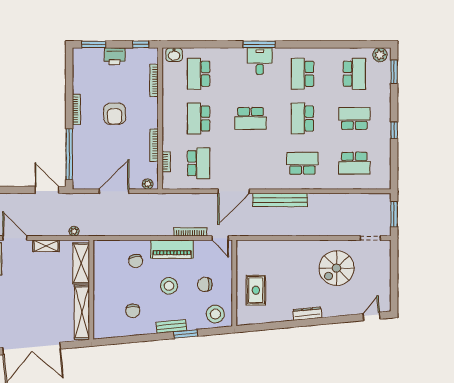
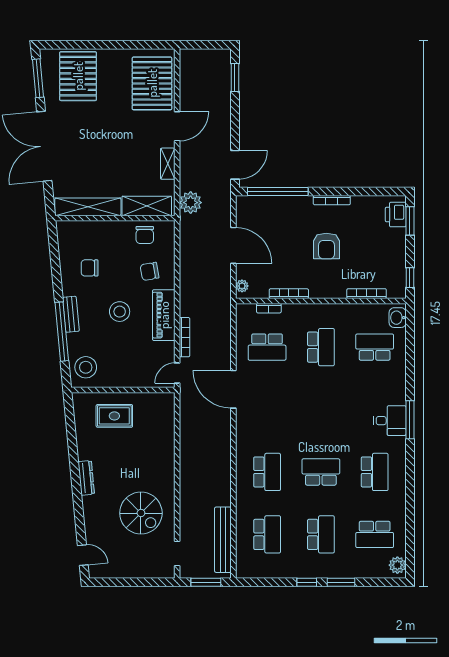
printer: (115, 56) -> (396, 215), moved
window: (394, 72) -> (341, 582), moved
school desk: (302, 74) -> (375, 472), turned 90
armchair: (115, 114) -> (326, 246), turned -88
school desk: (199, 118) -> (321, 347), turned 90
school desk: (251, 118) -> (321, 410), removed
school desk: (354, 163) -> (267, 534), turned 180
bench: (280, 200) -> (223, 540), moved
plant: (74, 231) -> (191, 203), width x1.87, depth x1.87
spiral stairs: (337, 268) -> (141, 513), turned 180
chair: (205, 284) -> (145, 235), moved, turned 180
window: (186, 334) -> (62, 332), width x2.11

